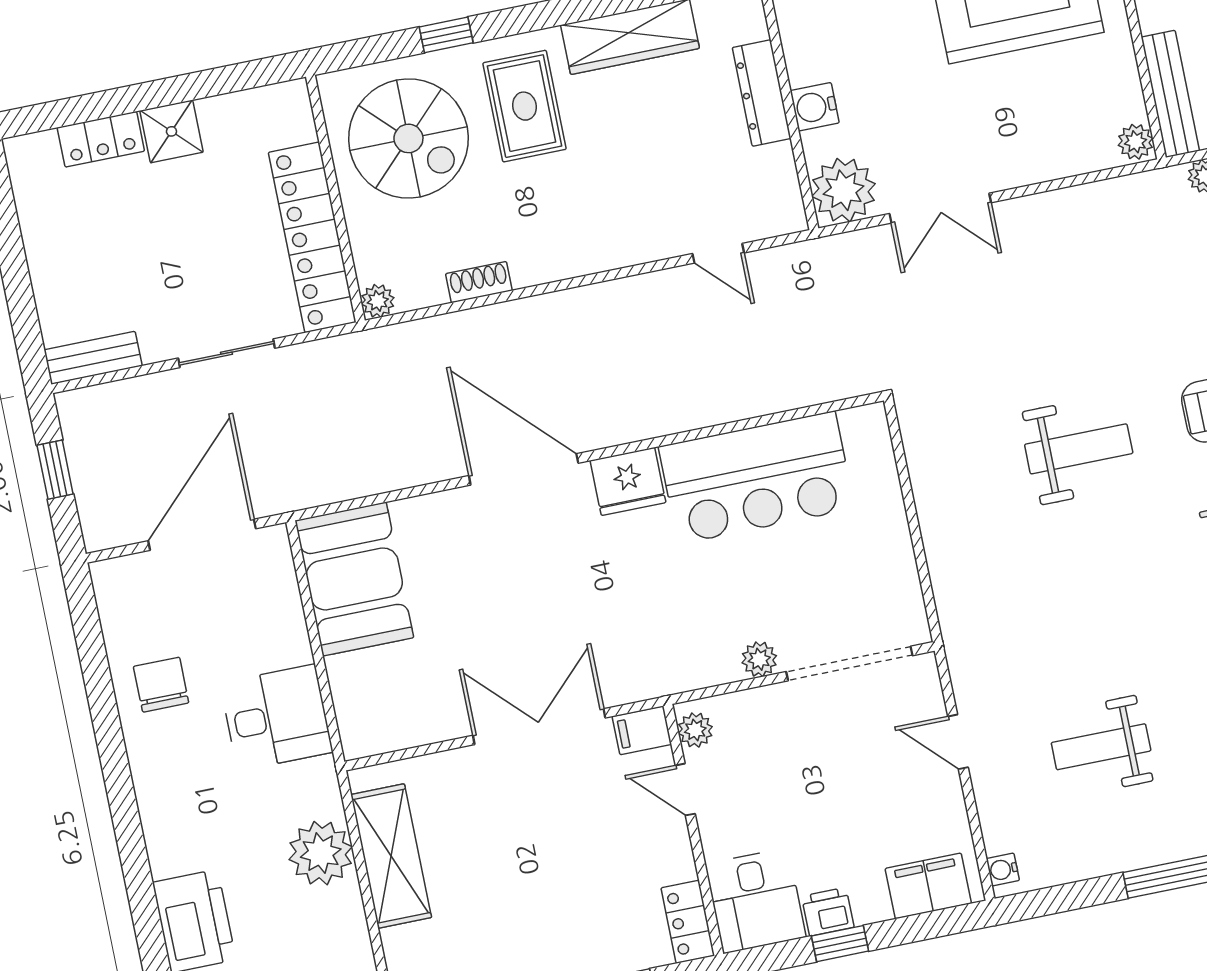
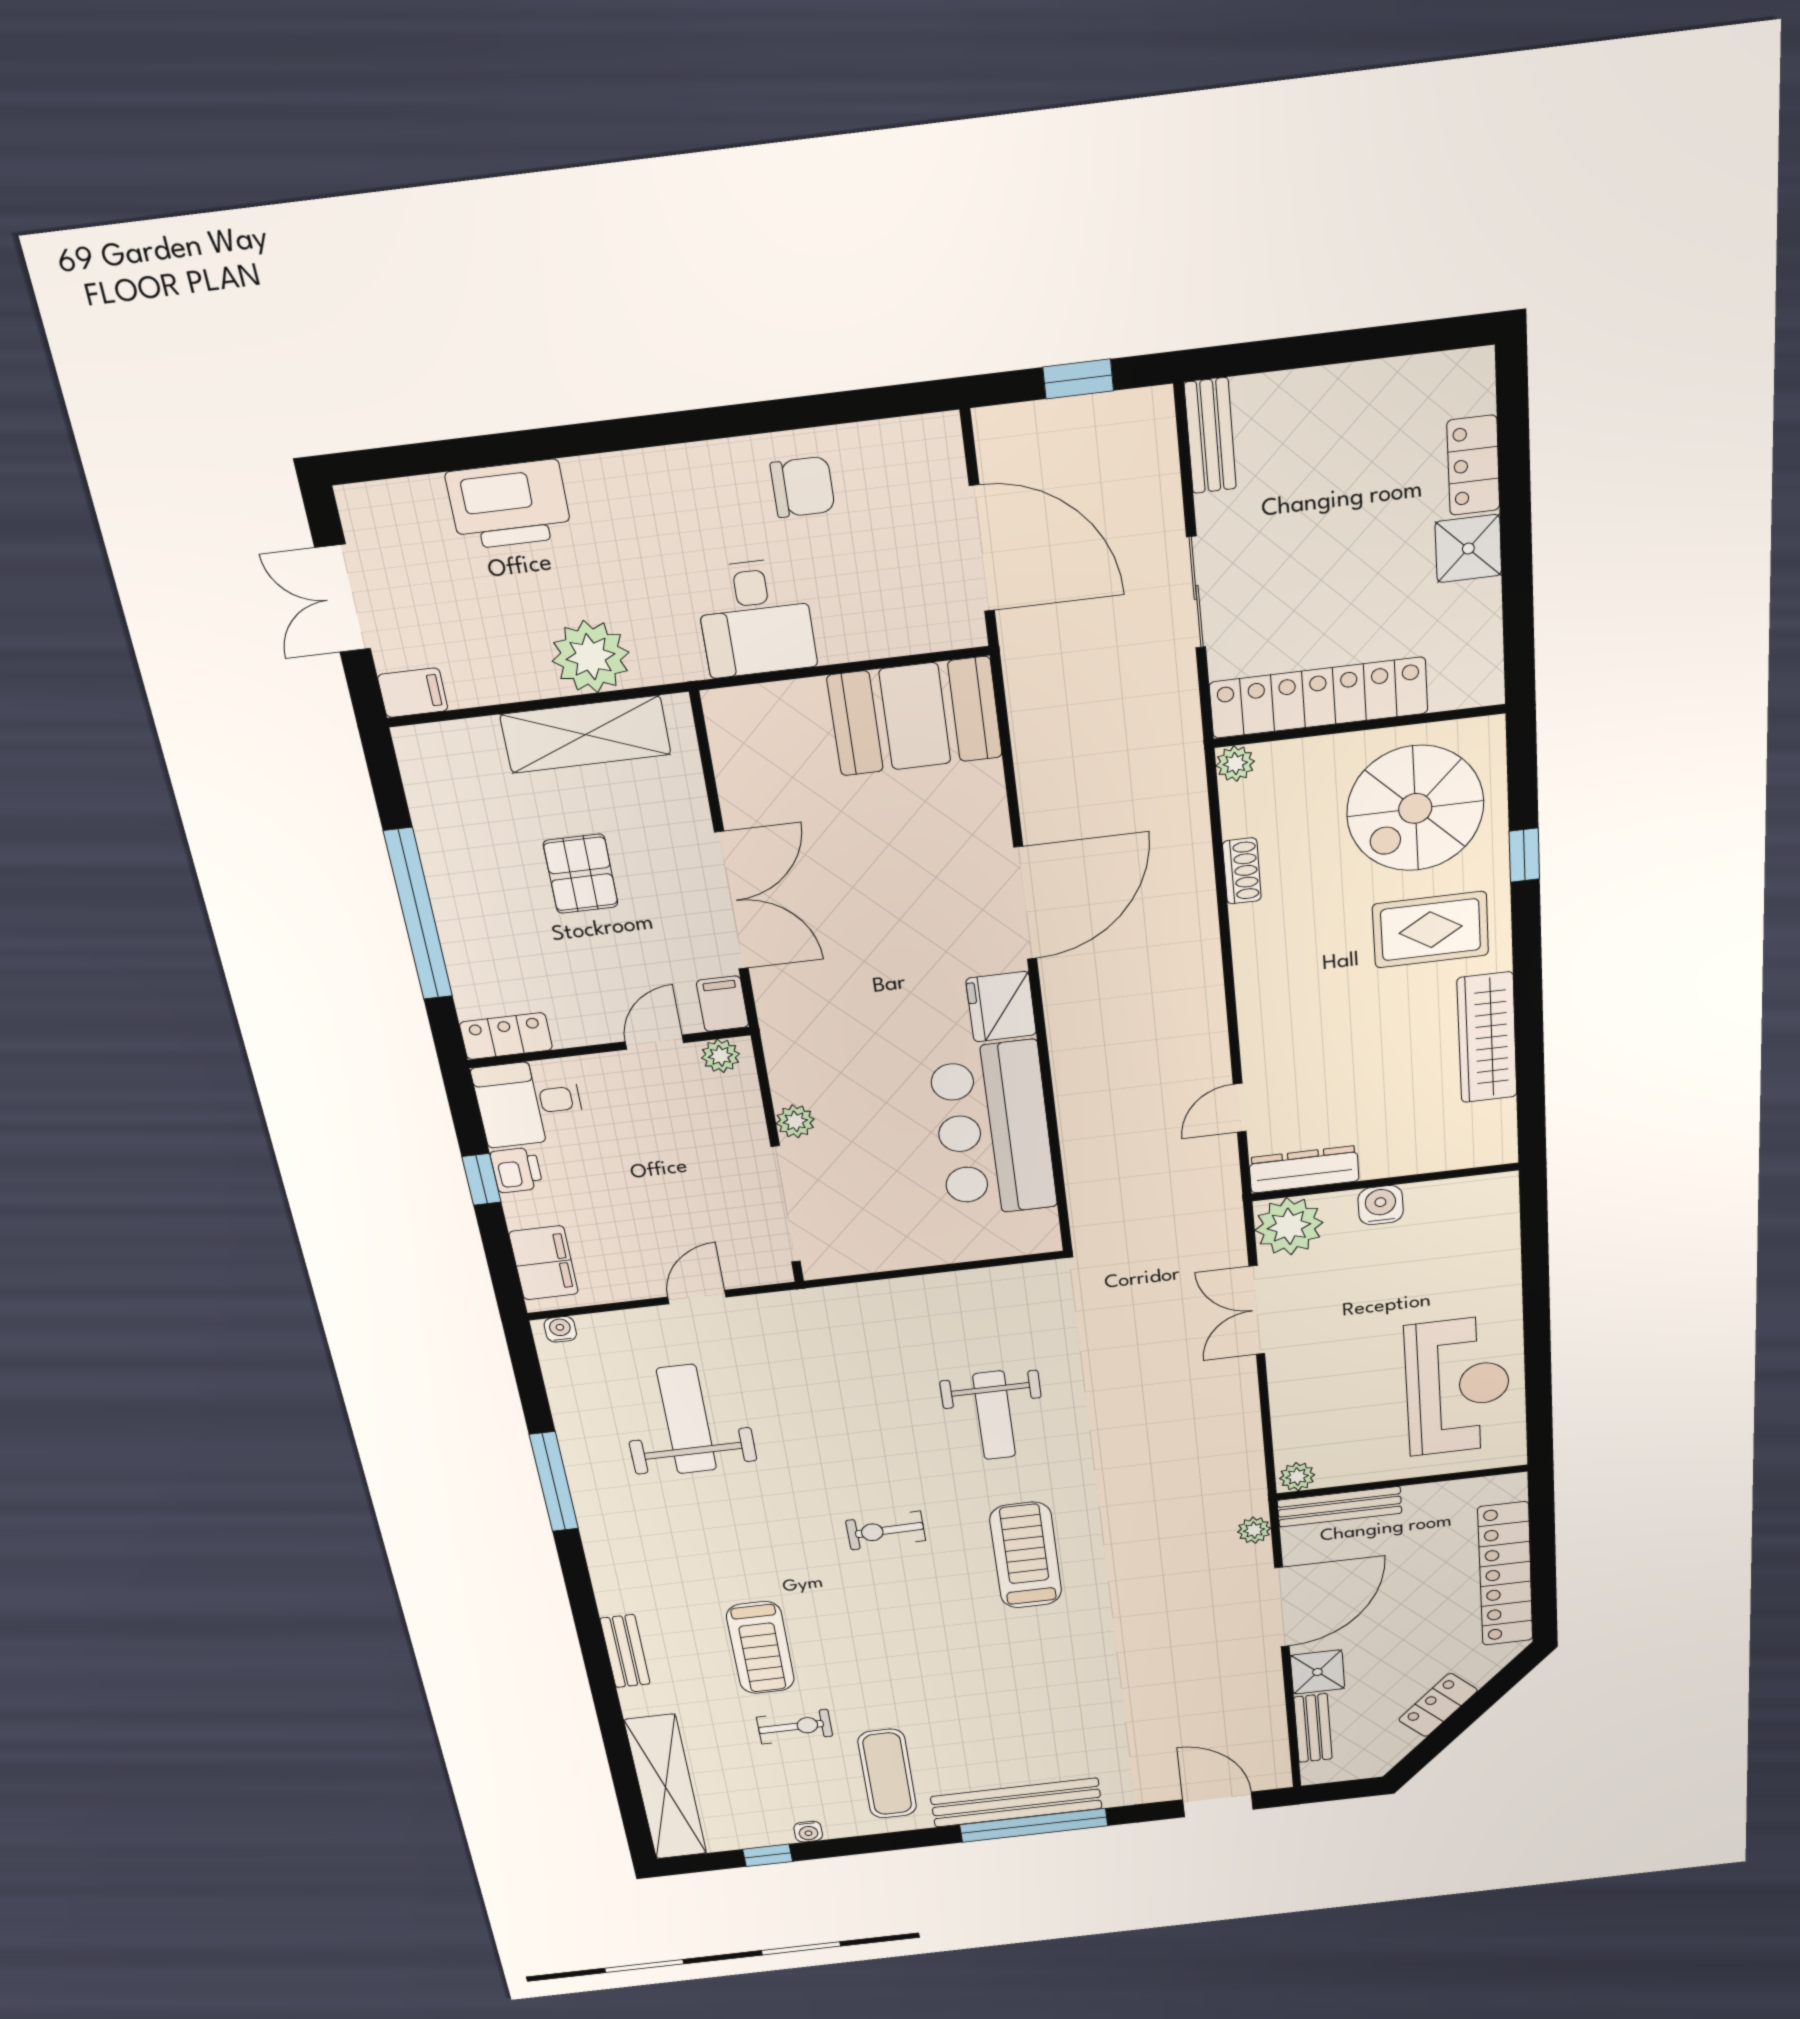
dresser: (762, 93) -> (1304, 1169), moved
weight bench: (1101, 747) -> (687, 1419), width x1.36, depth x1.33
pallet: (522, 858) -> (581, 874), added

